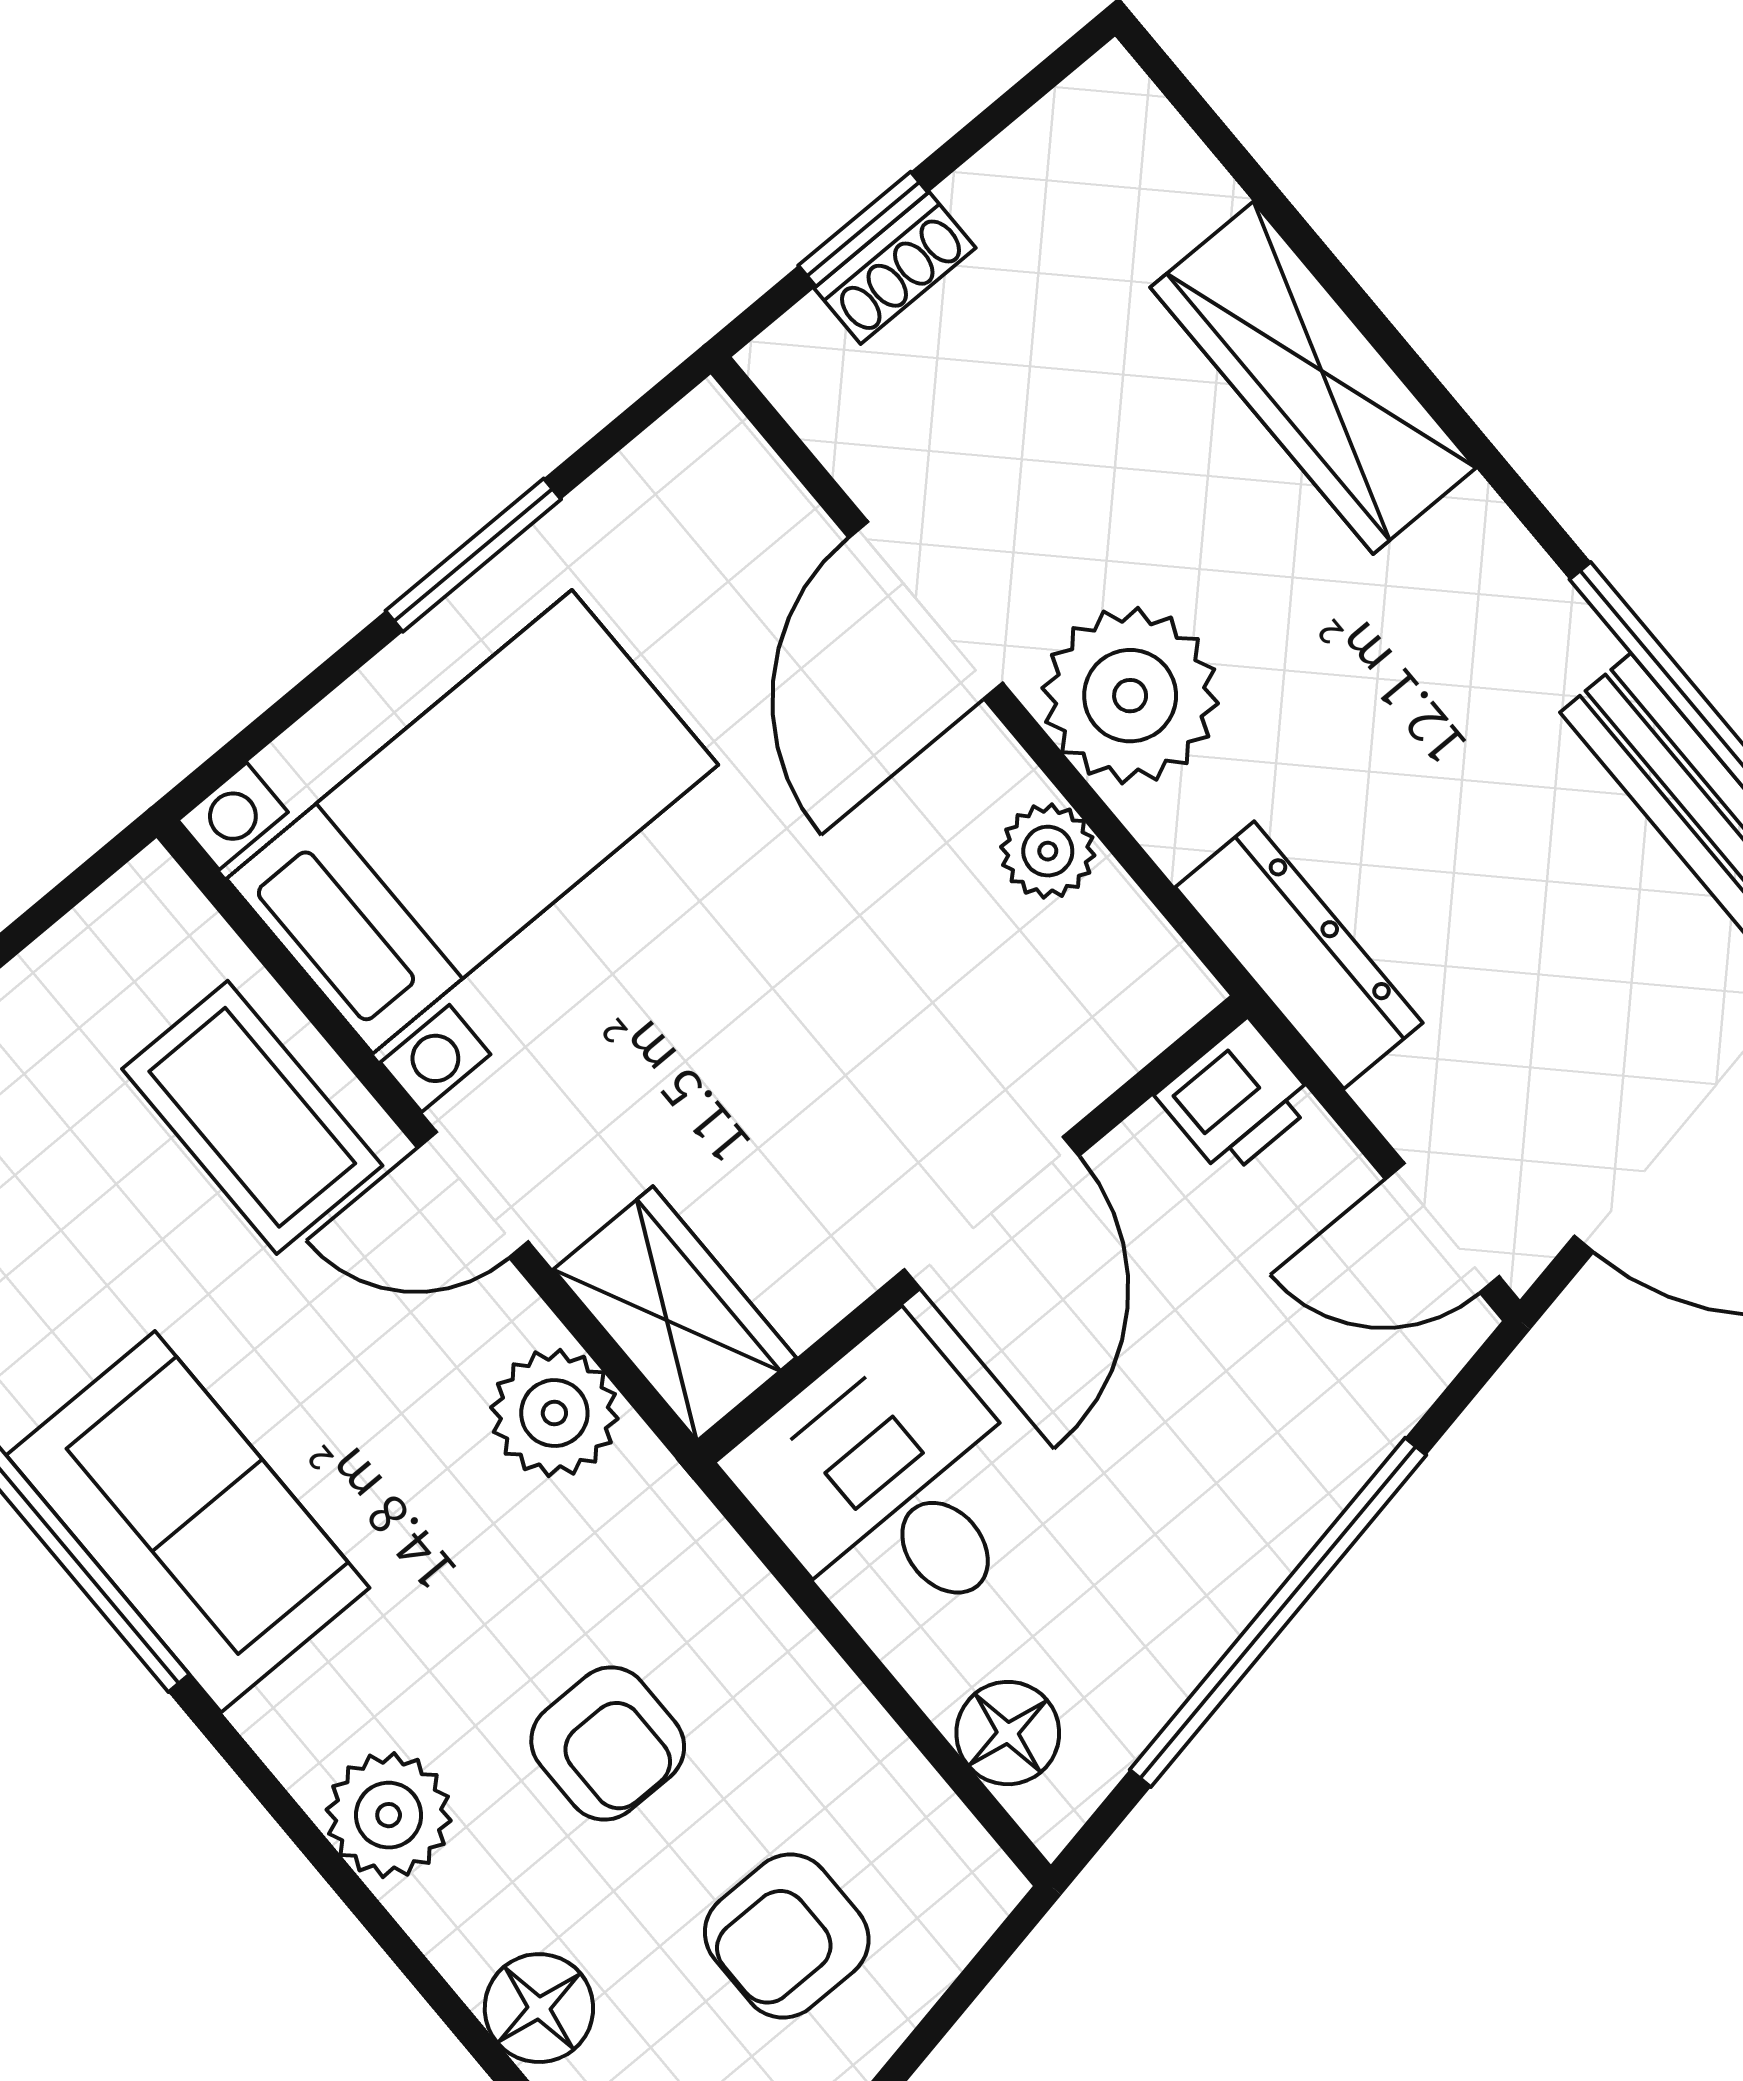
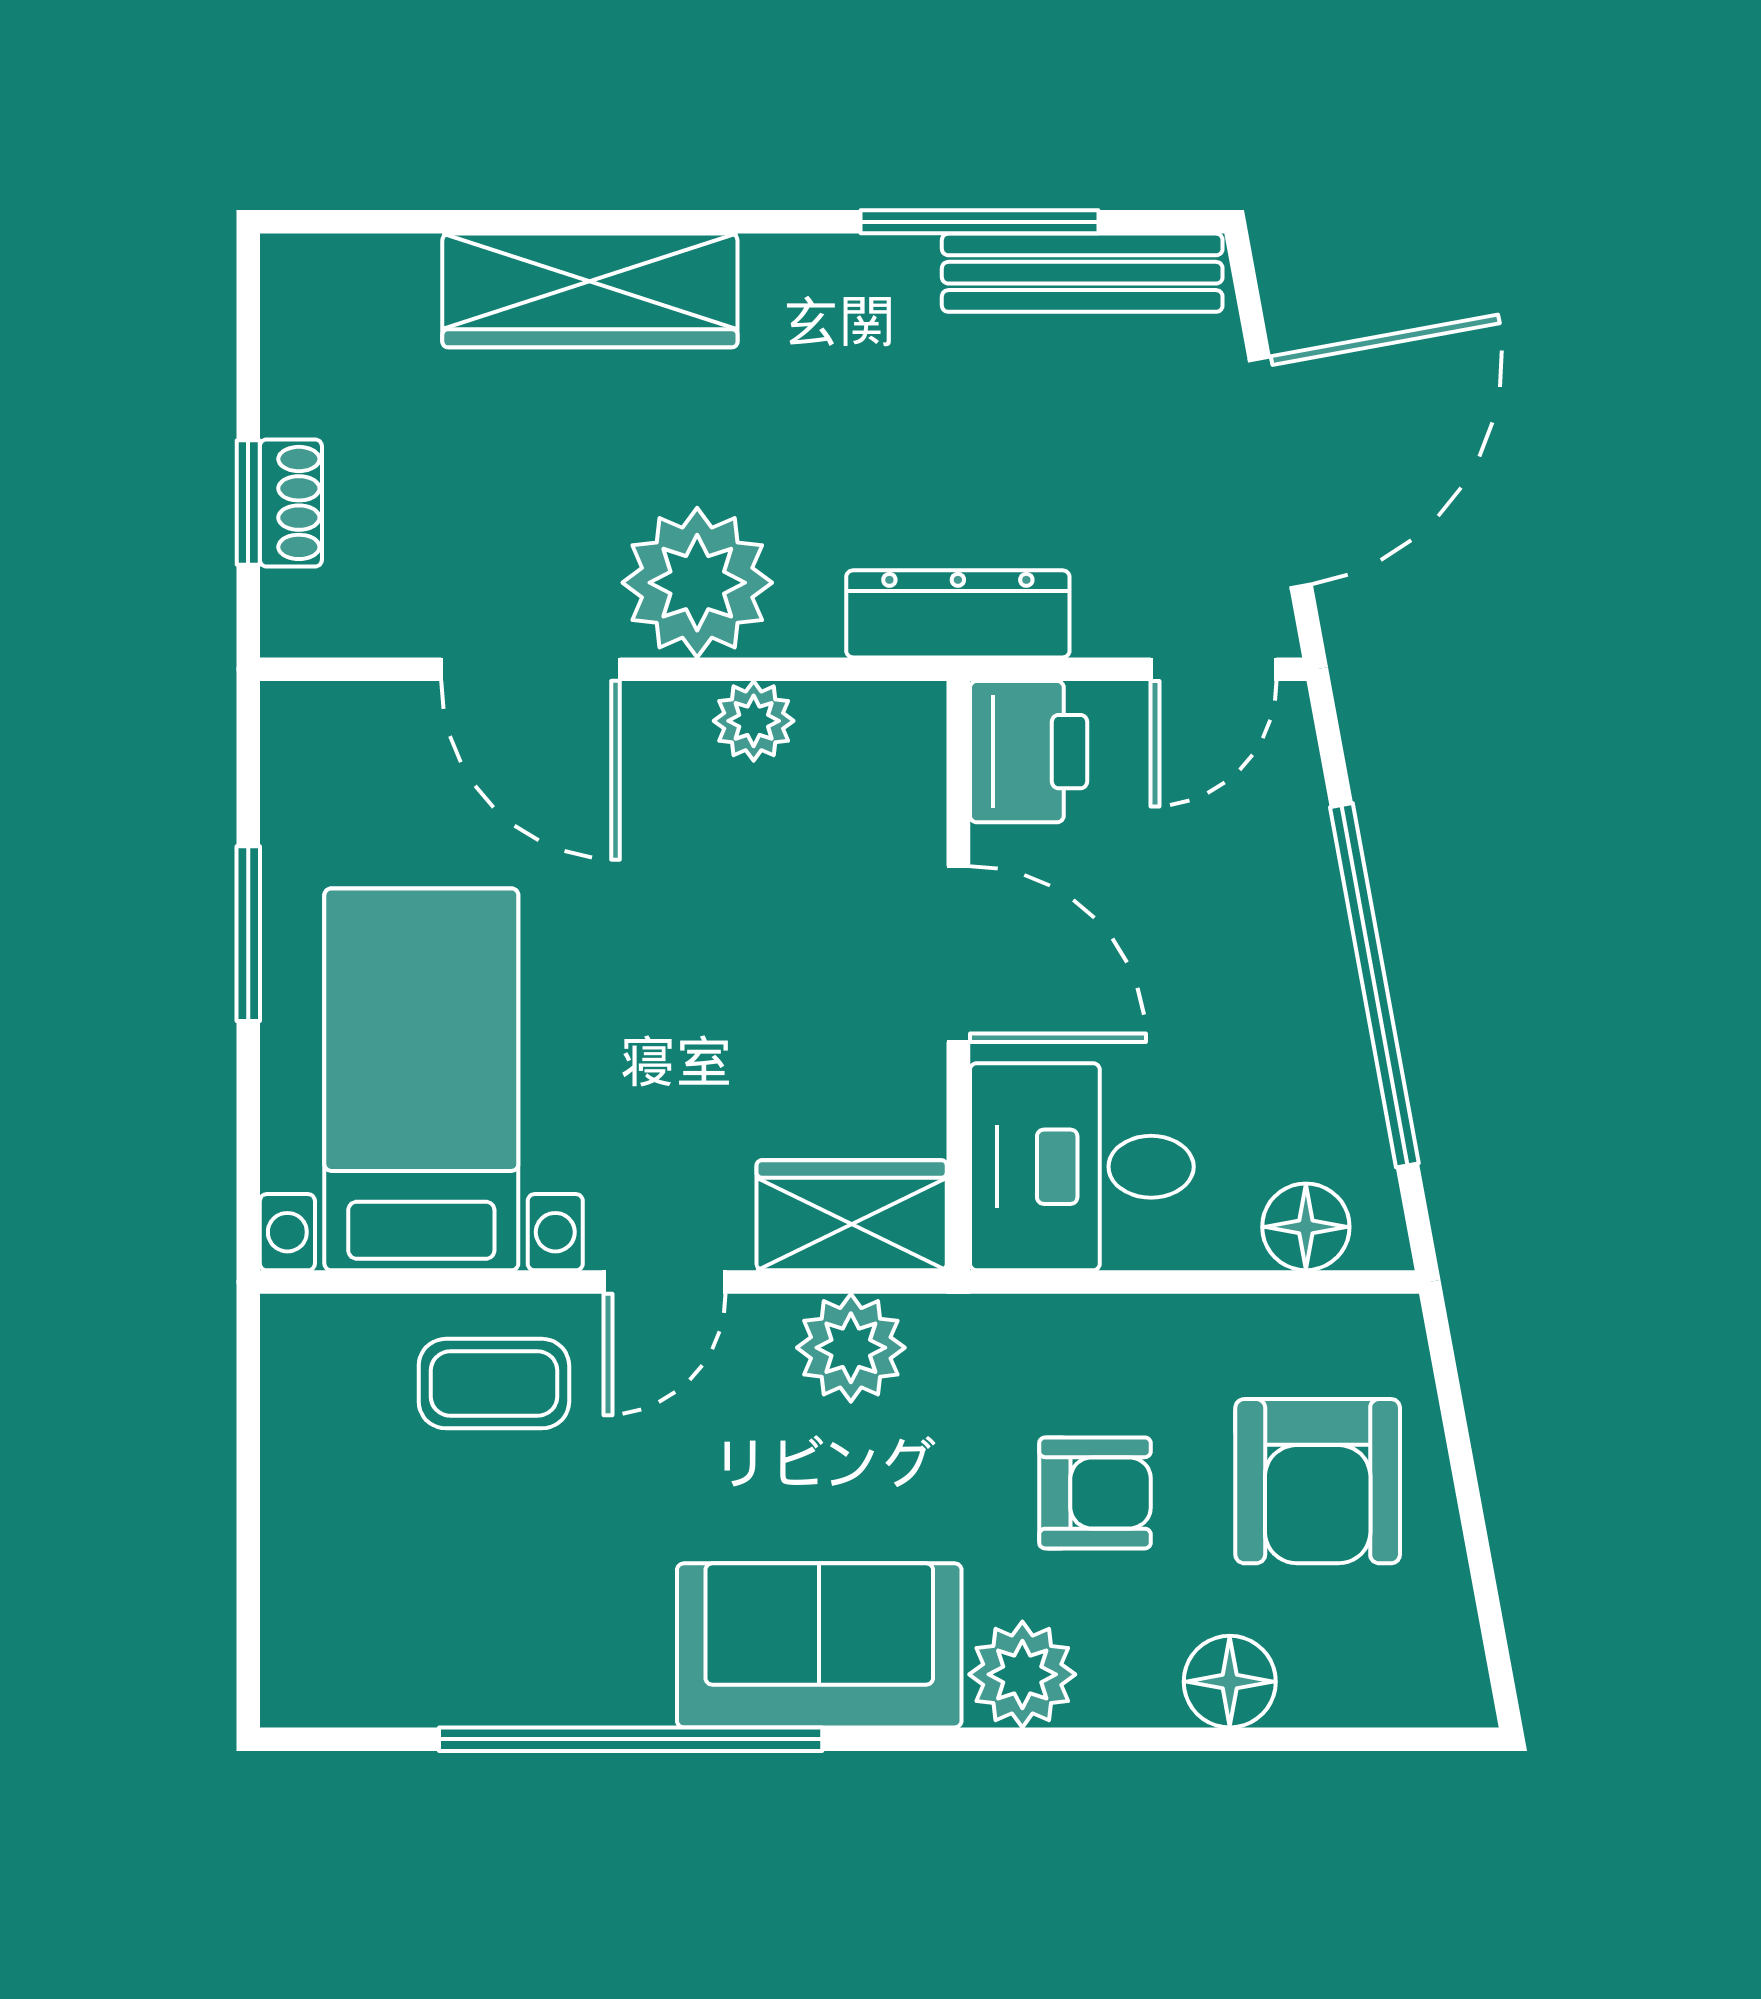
printer: (1236, 1099) -> (1029, 752), width x1.36, depth x1.24
coffee table: (252, 1117) -> (494, 1384), width x0.73, depth x0.77
sofa: (188, 1522) -> (819, 1645), moved
armchair: (787, 1936) -> (1318, 1481), width x1.38, depth x1.38

